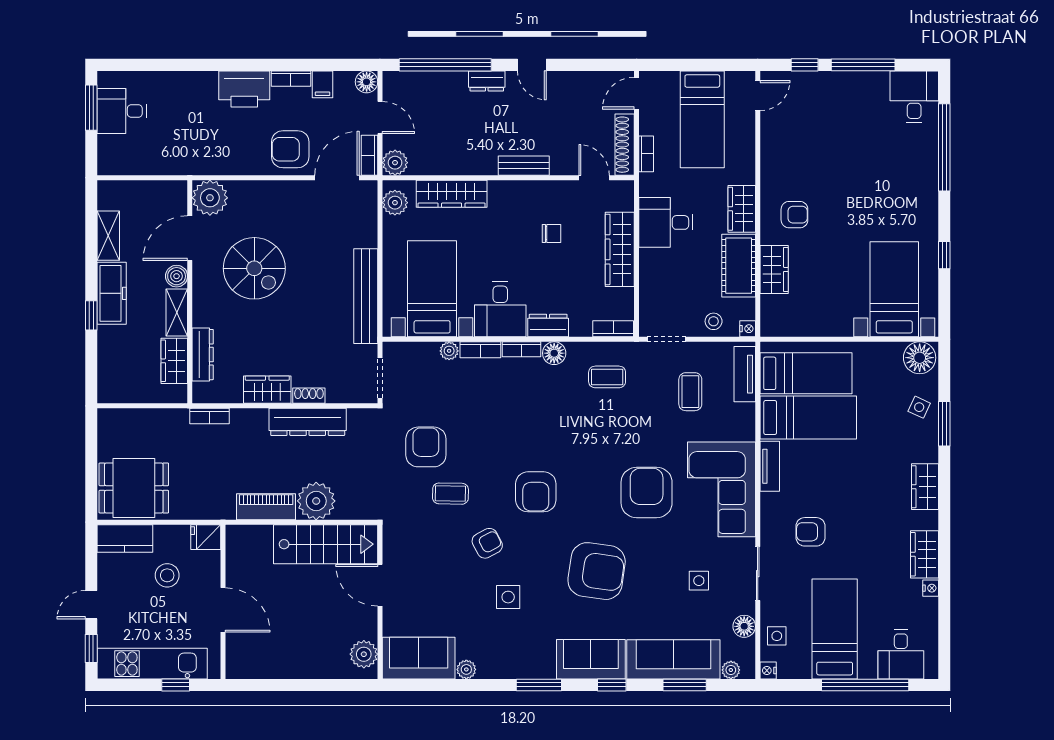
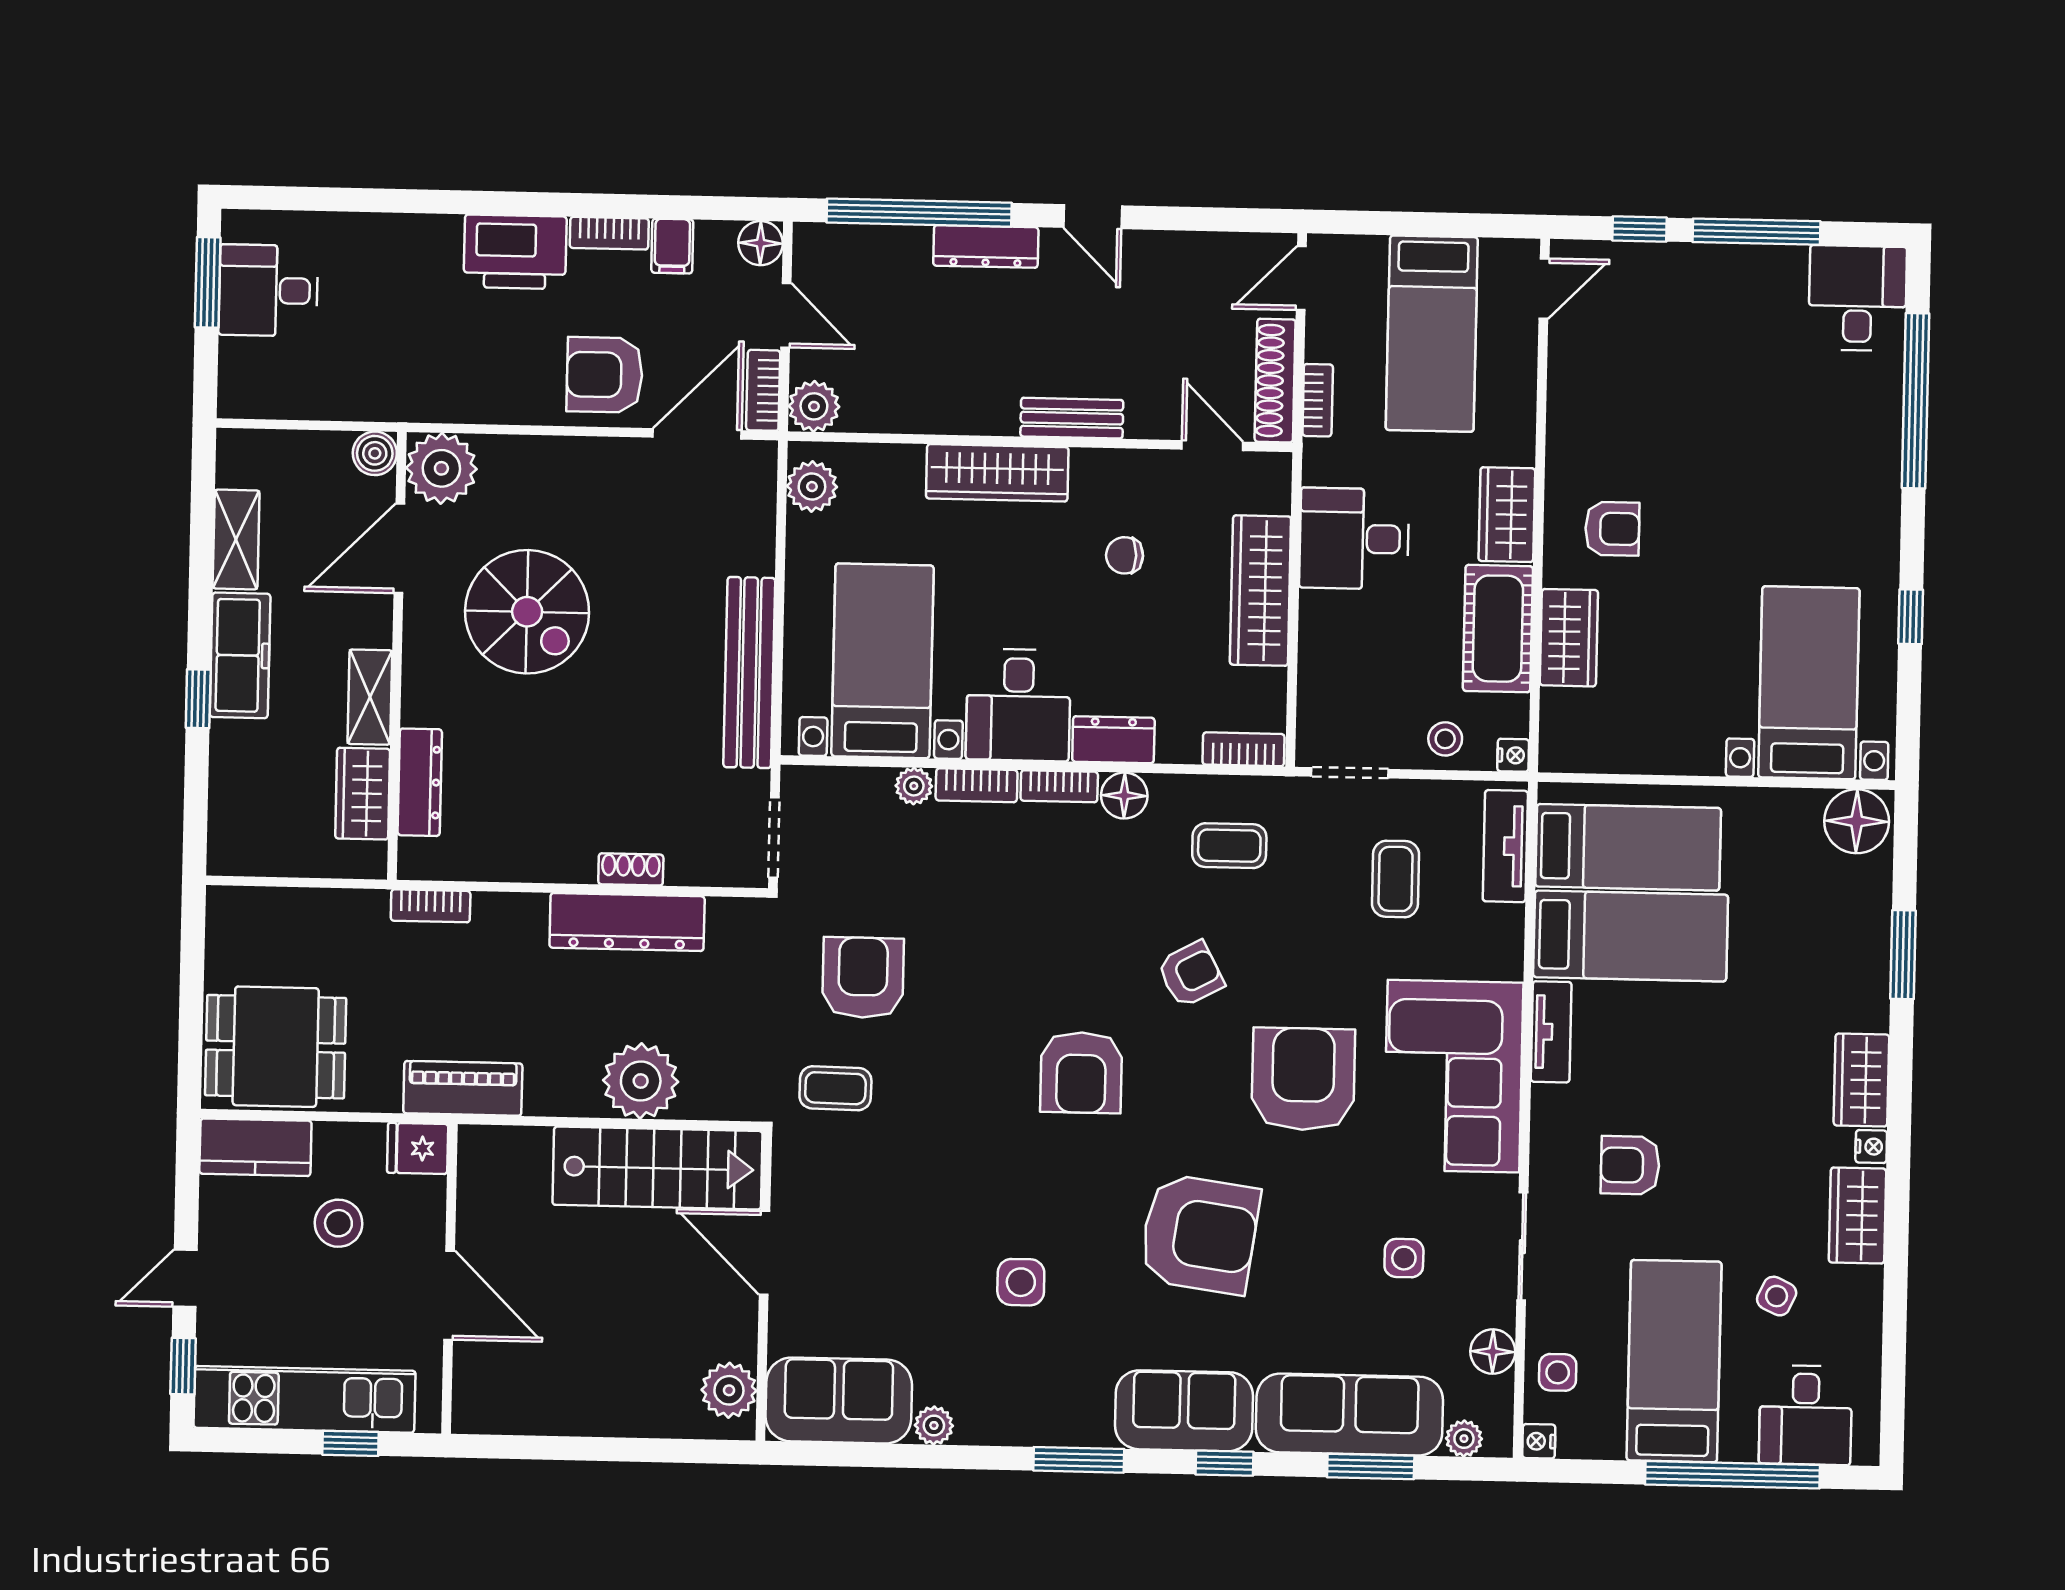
dresser: (487, 81) -> (986, 246), width x1.44
wardrobe: (452, 194) -> (997, 473), moved
chair: (552, 233) -> (1125, 555), turned 180
boiler: (177, 276) -> (375, 453), moved
wardrobe: (267, 390) -> (548, 856), removed
side table: (919, 407) -> (1777, 1296), moved
coffee table: (450, 494) -> (835, 1088), moved
piano: (266, 507) -> (463, 1088), moved
armchair: (487, 543) -> (1191, 974), moved
nightstand: (931, 588) -> (1871, 1147), moved

